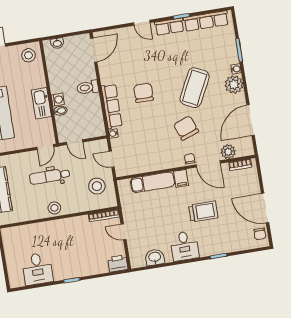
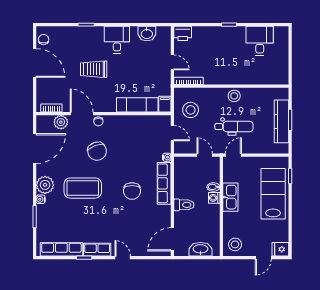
washbasin: (57, 43) -> (200, 249), width x1.91, depth x1.45
coffee table: (195, 88) -> (83, 188), turned 63
filing cabinet: (181, 178) -> (165, 104), moved

